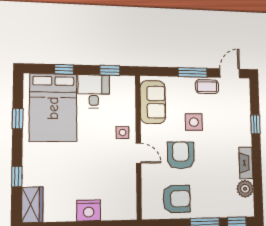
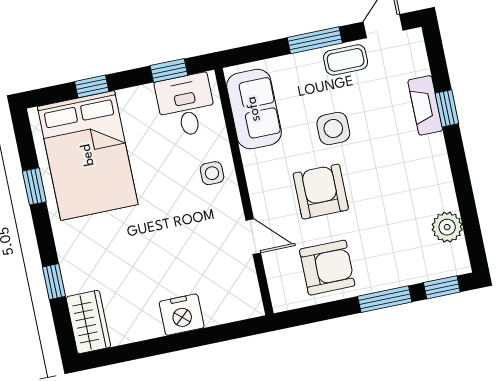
desk: (94, 91) -> (186, 105), moved
door: (138, 153) -> (253, 237), moved
fireplace: (246, 163) -> (425, 105), moved

